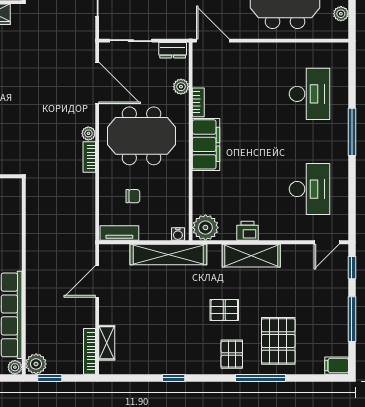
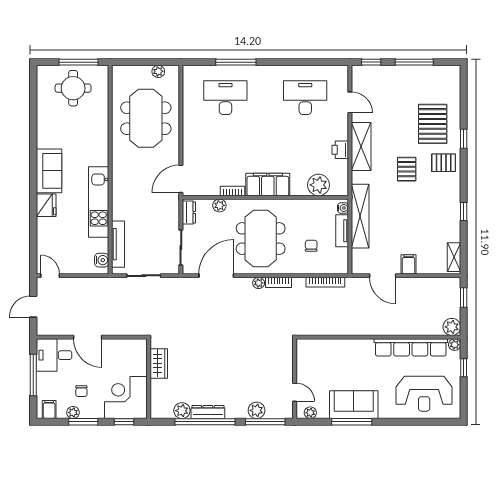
window: (352, 132) -> (236, 62), moved
plant: (205, 228) -> (319, 185), moved
tv unit: (119, 233) -> (342, 231), moved
door: (327, 242) -> (350, 102), moved
pallet: (278, 341) -> (433, 124), turned 90
shelving: (107, 343) -> (454, 257), moved, turned 90
bookcase: (89, 351) -> (325, 282), moved
filing cabinet: (337, 366) -> (409, 264), moved, turned 180
window: (50, 378) -> (464, 298), moved
window: (261, 378) -> (464, 139), width x0.46

